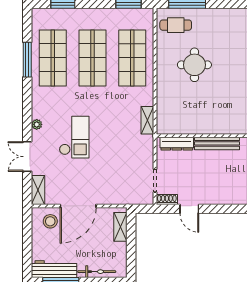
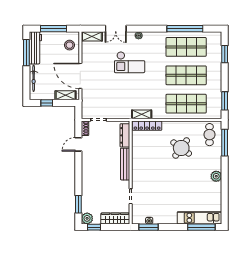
plant: (234, 16) -> (216, 176), added
window: (27, 60) -> (185, 29), width x1.46
round table: (194, 65) -> (181, 148), turned 36
locker: (163, 113) -> (147, 126), added
double door: (27, 157) -> (116, 29), swing flipped
door: (78, 206) -> (80, 76), moved
window: (27, 244) -> (54, 29), added
window: (131, 253) -> (47, 103), added

